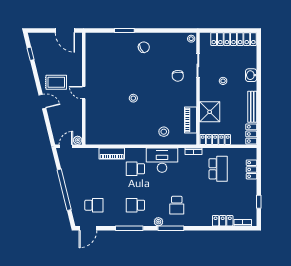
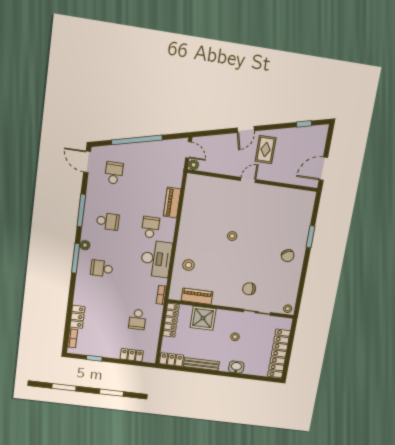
school desk: (218, 169) -> (137, 319), width x0.54
school desk: (94, 205) -> (114, 173), turned 180
school desk: (135, 205) -> (108, 221), turned 90

